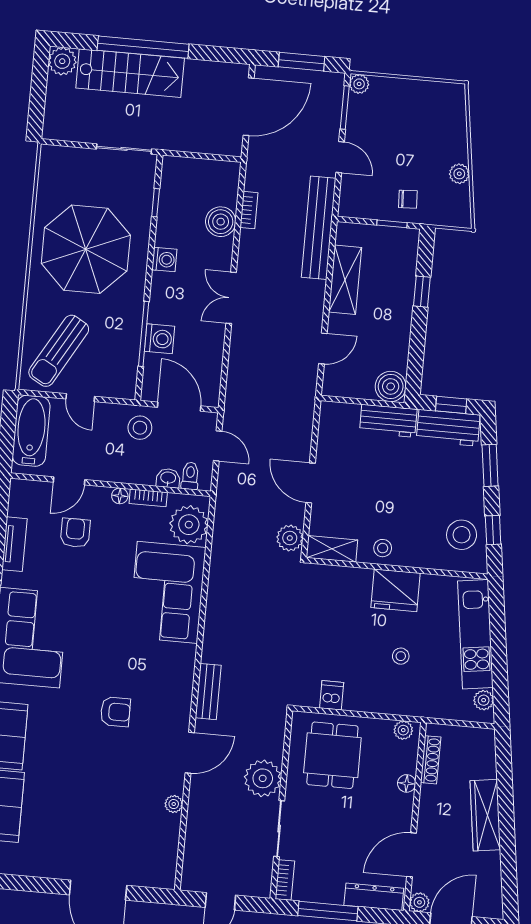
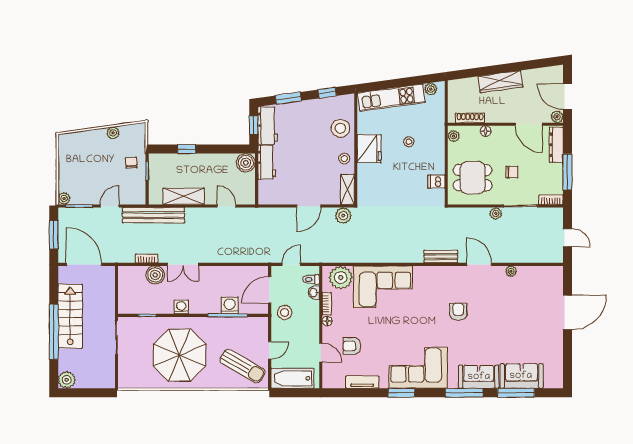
stairs: (130, 73) -> (70, 316), moved
double door: (231, 298) -> (183, 264), moved
stool: (462, 535) -> (340, 128), moved
plant: (263, 778) -> (496, 213), width x0.53, depth x0.53
chair: (336, 820) -> (512, 172), added

